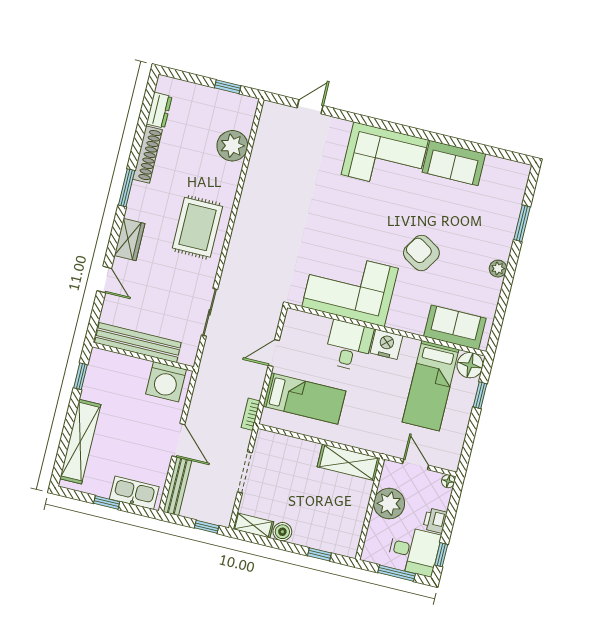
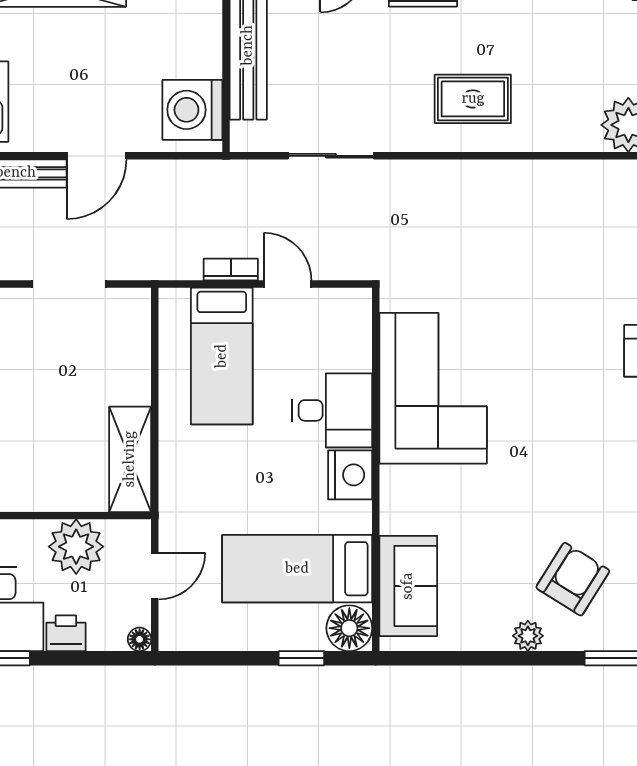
rug: (197, 227) -> (473, 99), width x0.73, depth x0.70
armchair: (421, 253) -> (573, 579), moved
bookcase: (251, 414) -> (231, 270), moved

